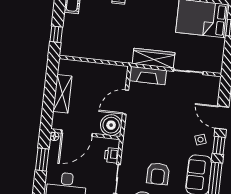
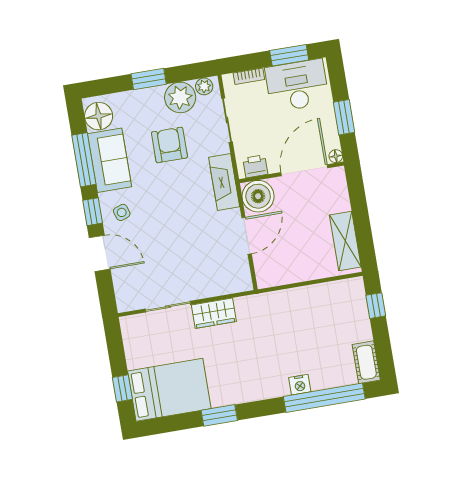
wardrobe: (154, 58) -> (214, 313), width x0.67
fireplace: (148, 76) -> (224, 182), moved, turned -90
shelving: (62, 94) -> (345, 241), moved
printer: (112, 155) -> (255, 166), moved, turned -90

